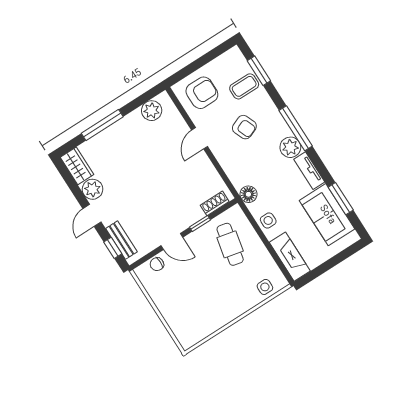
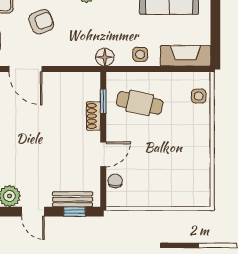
door: (200, 138) -> (25, 69), width x1.38
shoe rack: (215, 203) -> (93, 116), moved
window: (200, 224) -> (103, 101), moved
chair: (157, 264) -> (115, 181), turned 180

